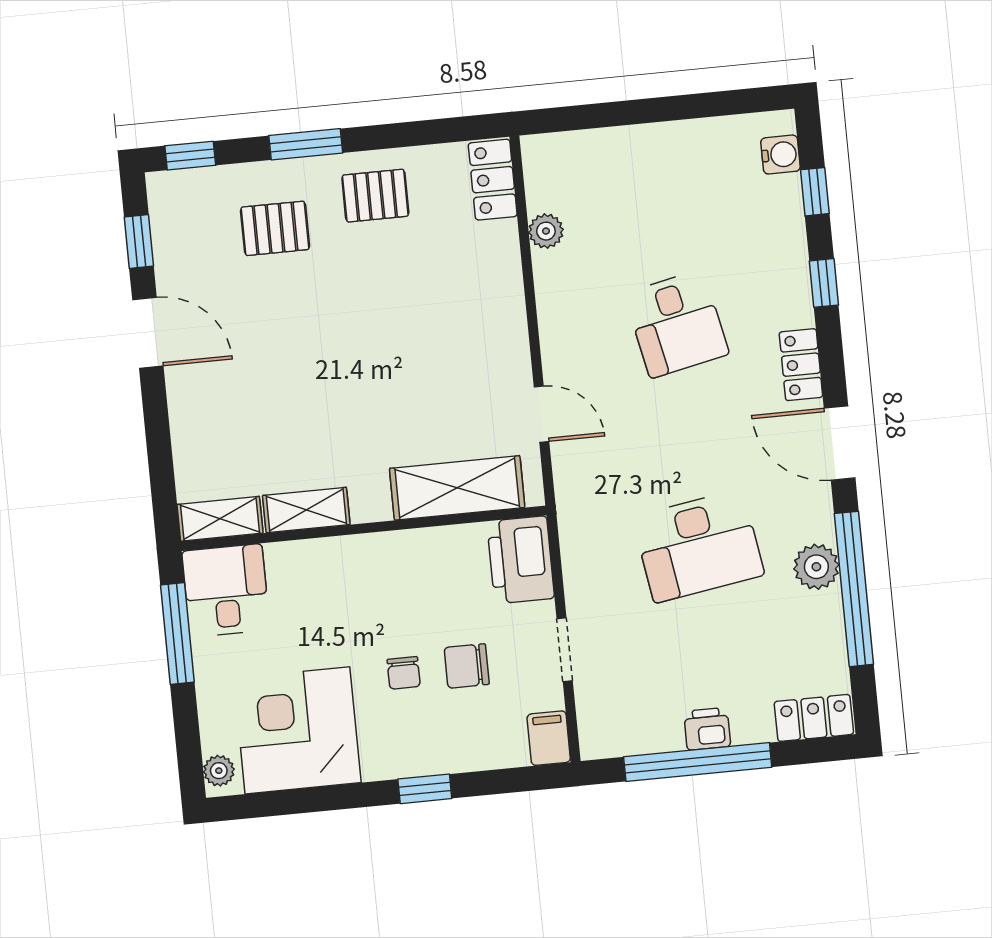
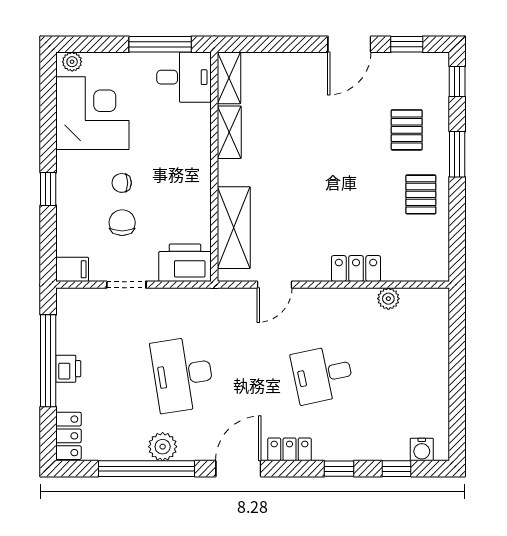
locker: (493, 180) -> (356, 269), moved

